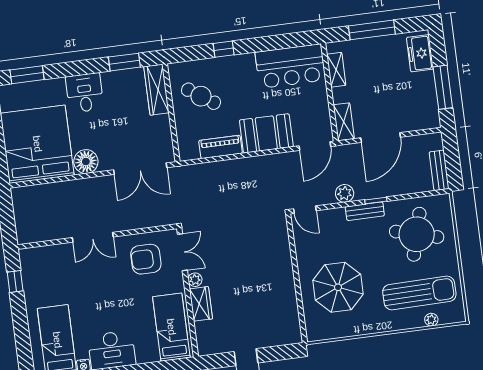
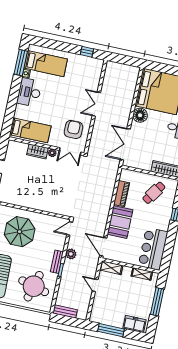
door: (381, 138) -> (95, 285), width x0.53

